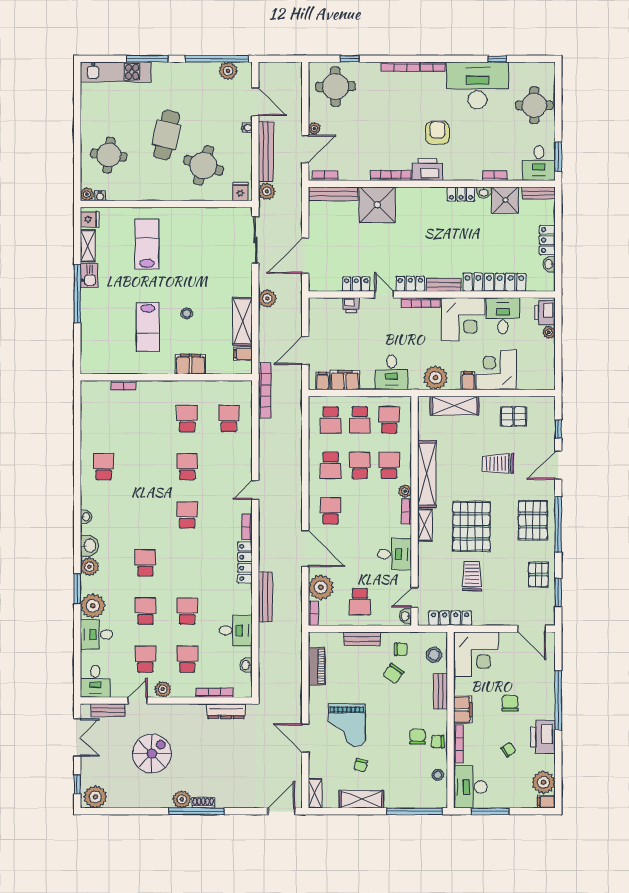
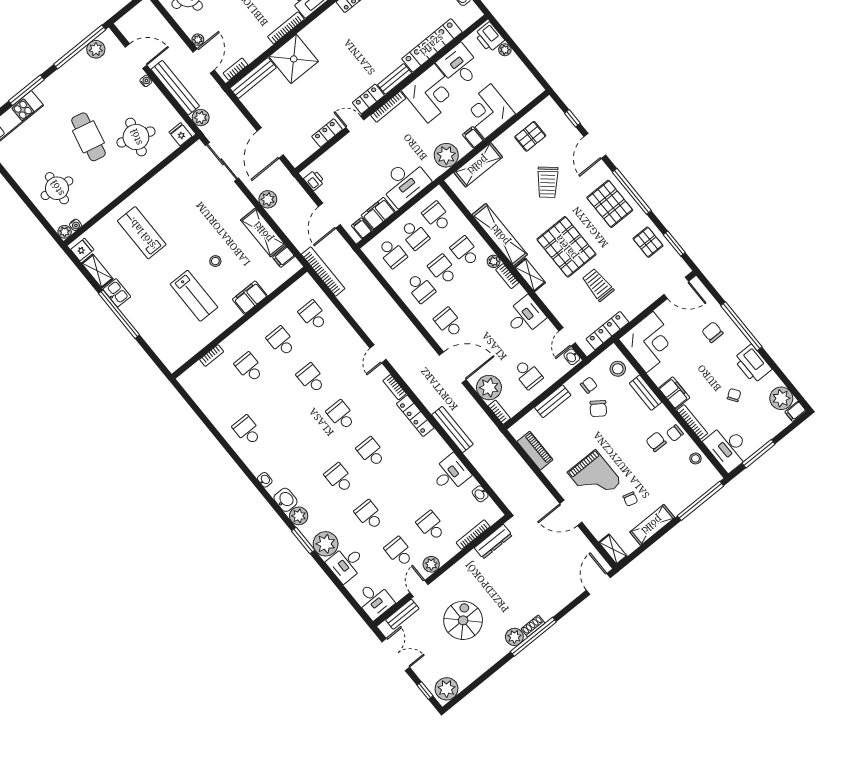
printer: (351, 305) -> (314, 180), moved, turned -90
desk: (392, 372) -> (405, 182), width x1.37
school desk: (145, 419) -> (249, 368), added
trolley: (498, 464) -> (548, 182), turned -49
school desk: (187, 611) -> (371, 452), moved
chair: (510, 703) -> (712, 332), moved

